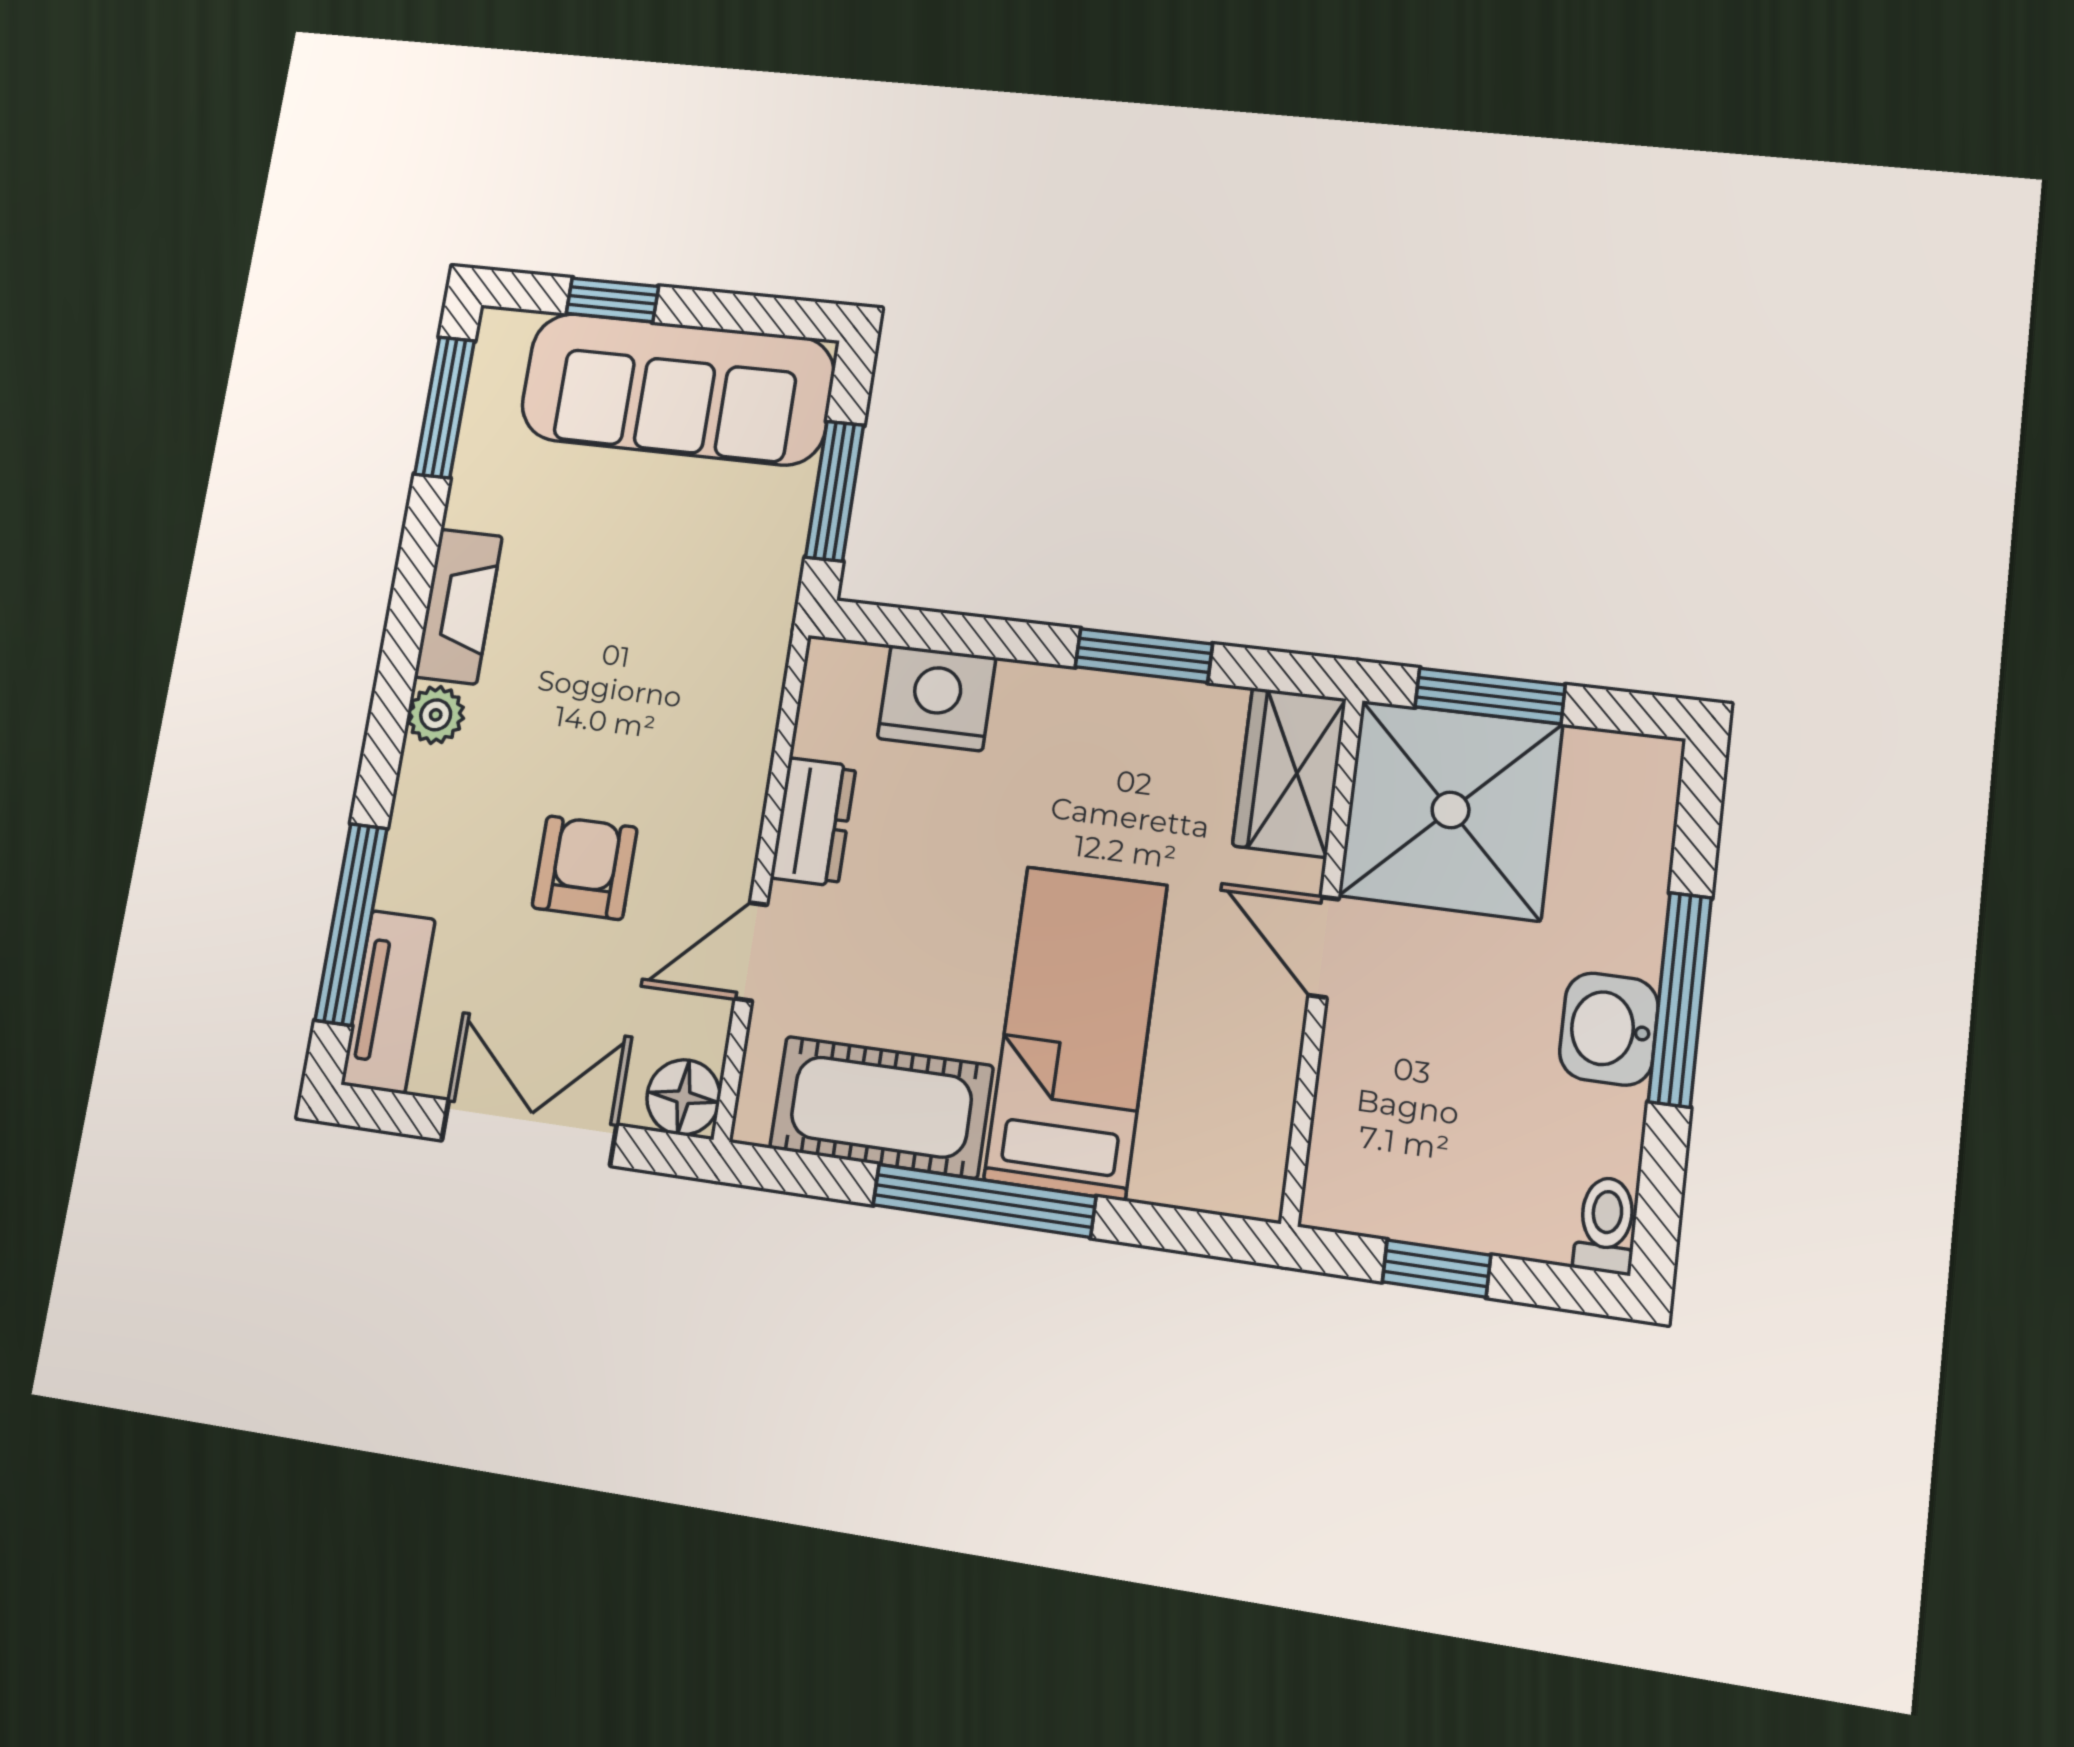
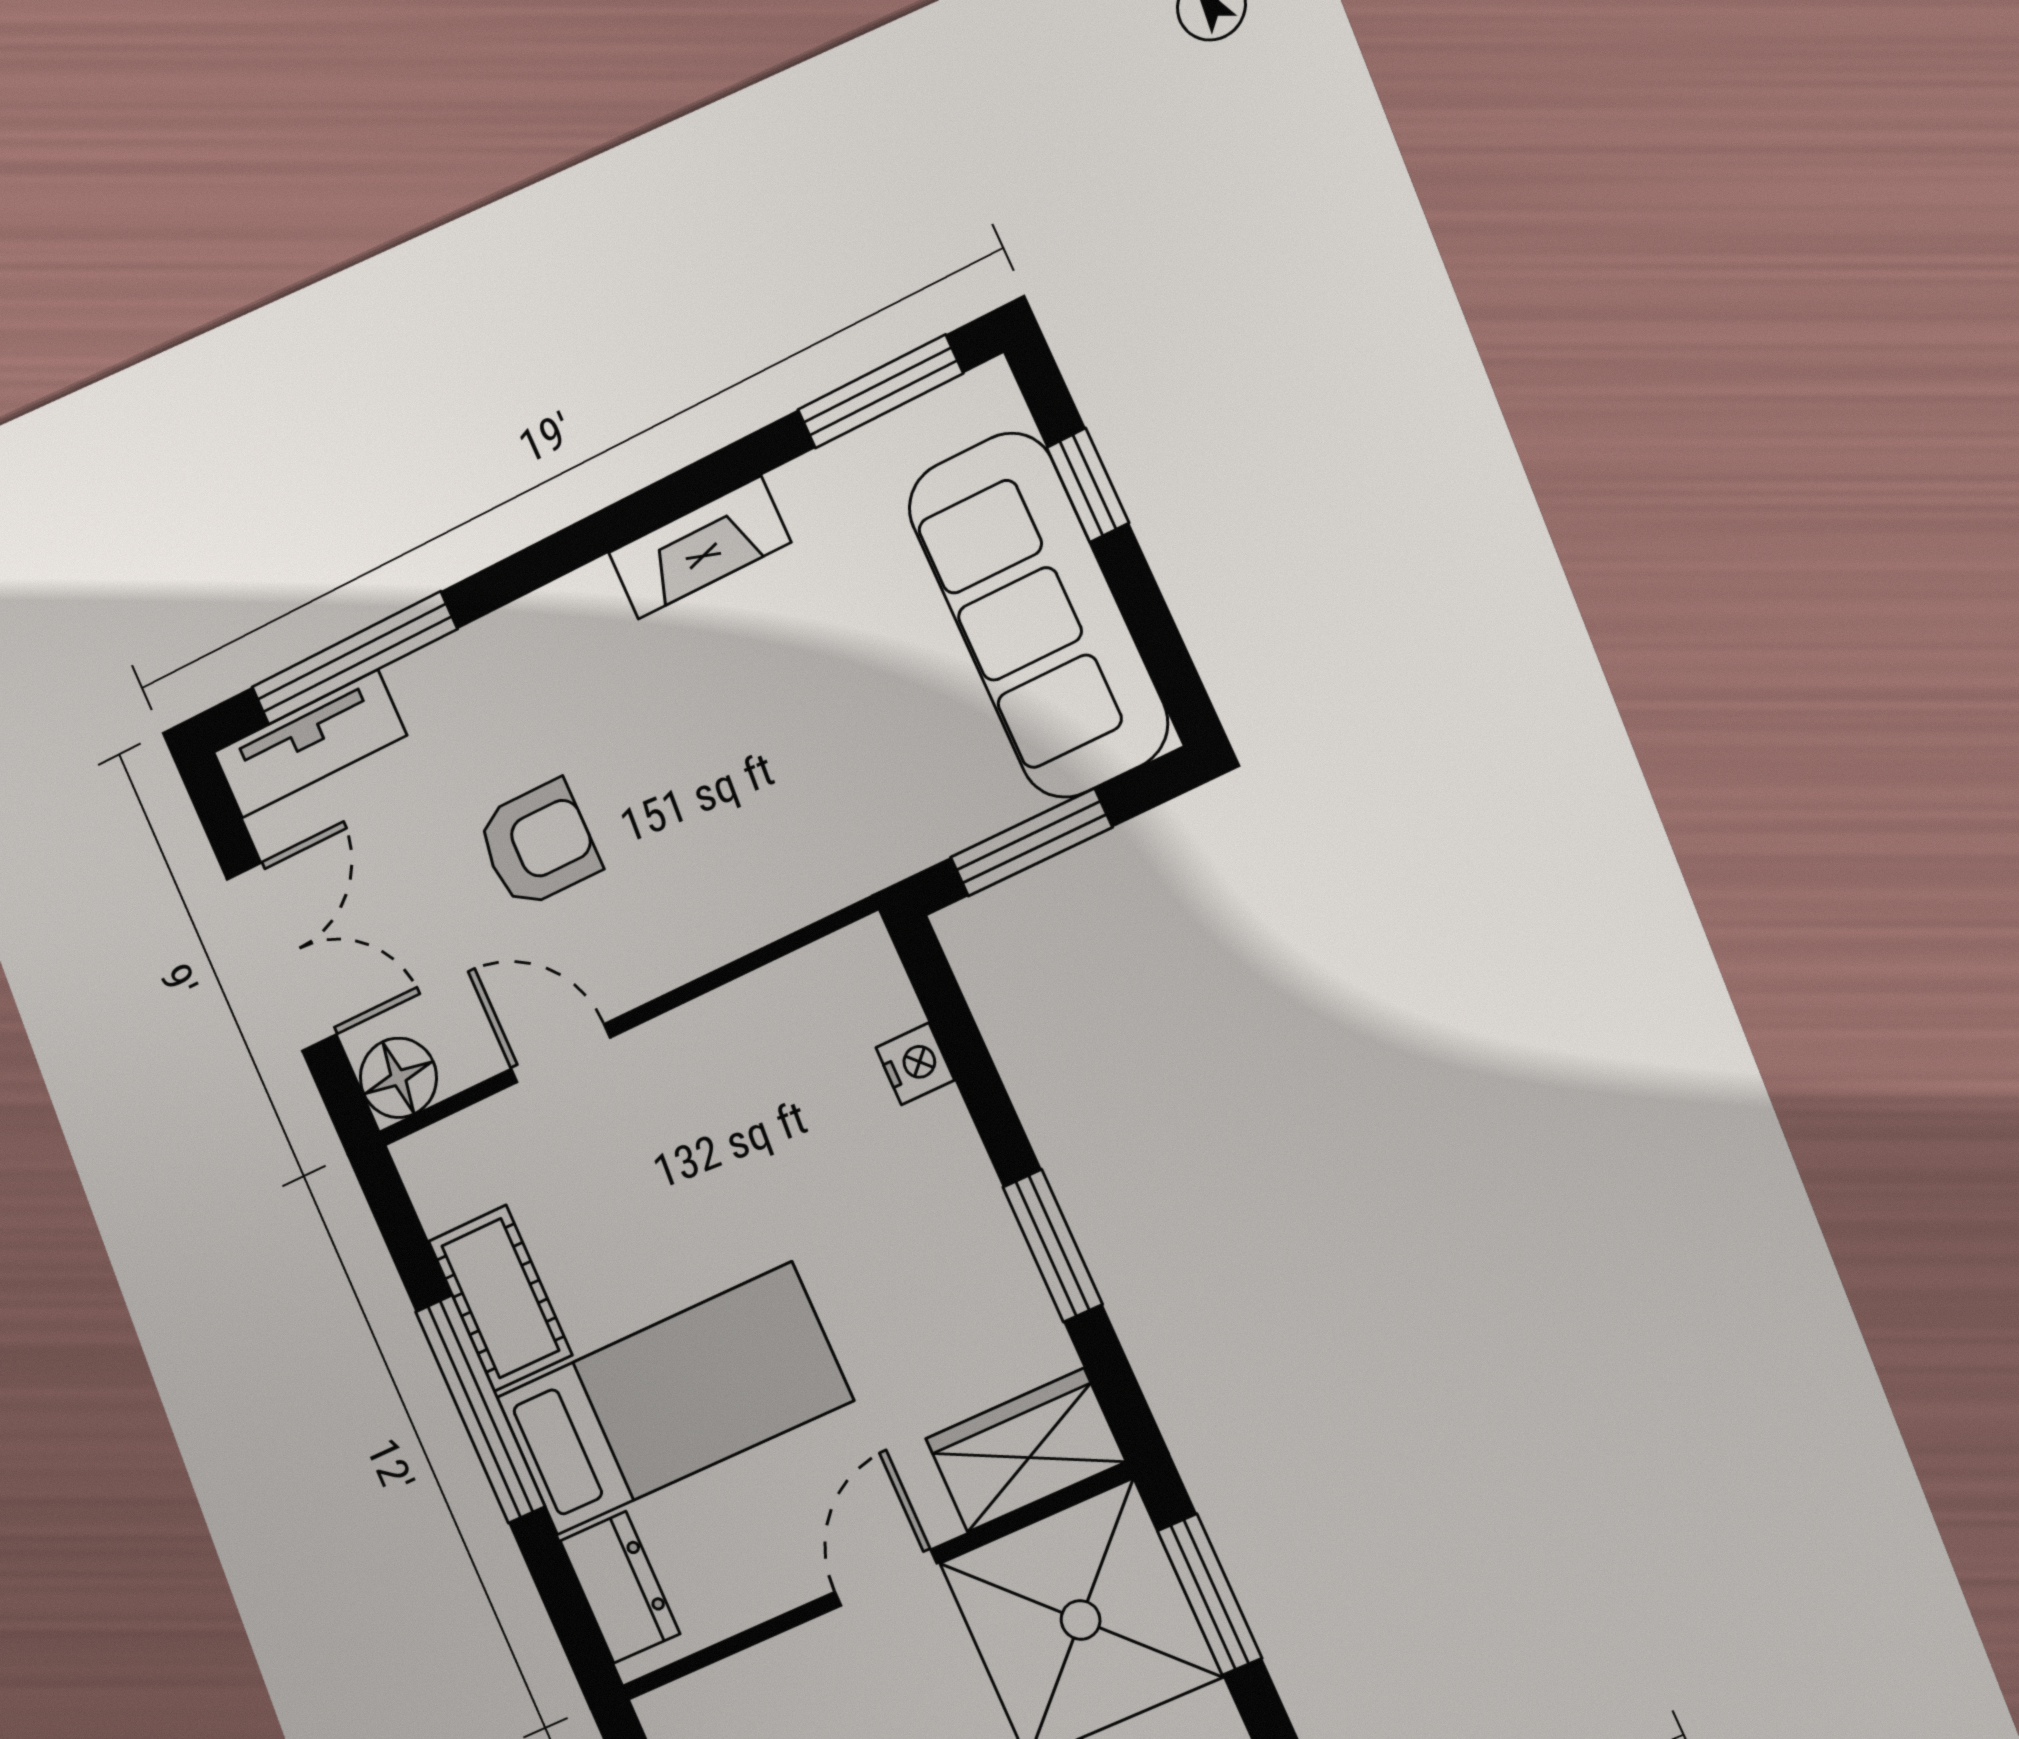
nightstand: (937, 698) -> (915, 1064), width x0.53, depth x0.56
plant: (436, 715) -> (587, 600), removed
dresser: (813, 822) -> (620, 1587), moved, turned -90
cot: (881, 1107) -> (500, 1298), width x0.73, depth x0.75

